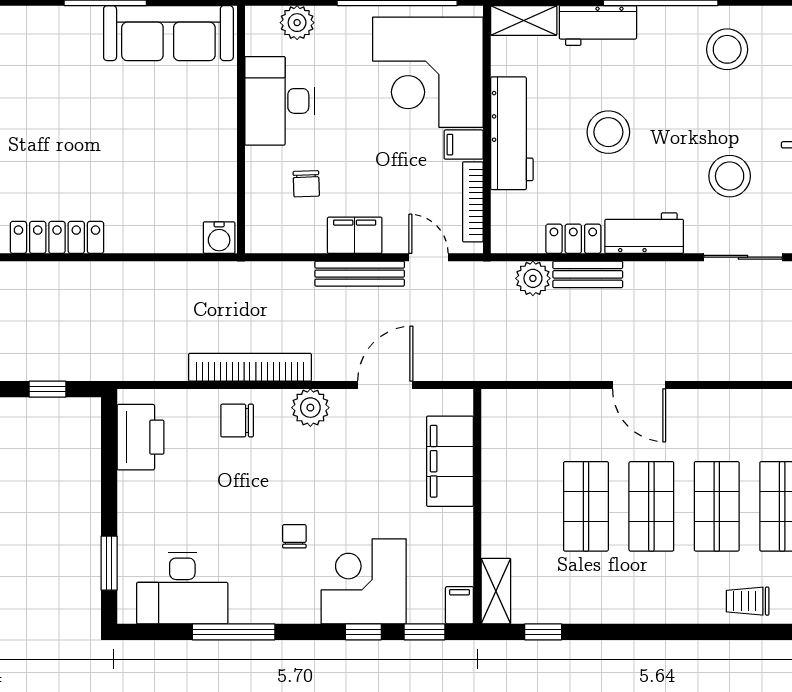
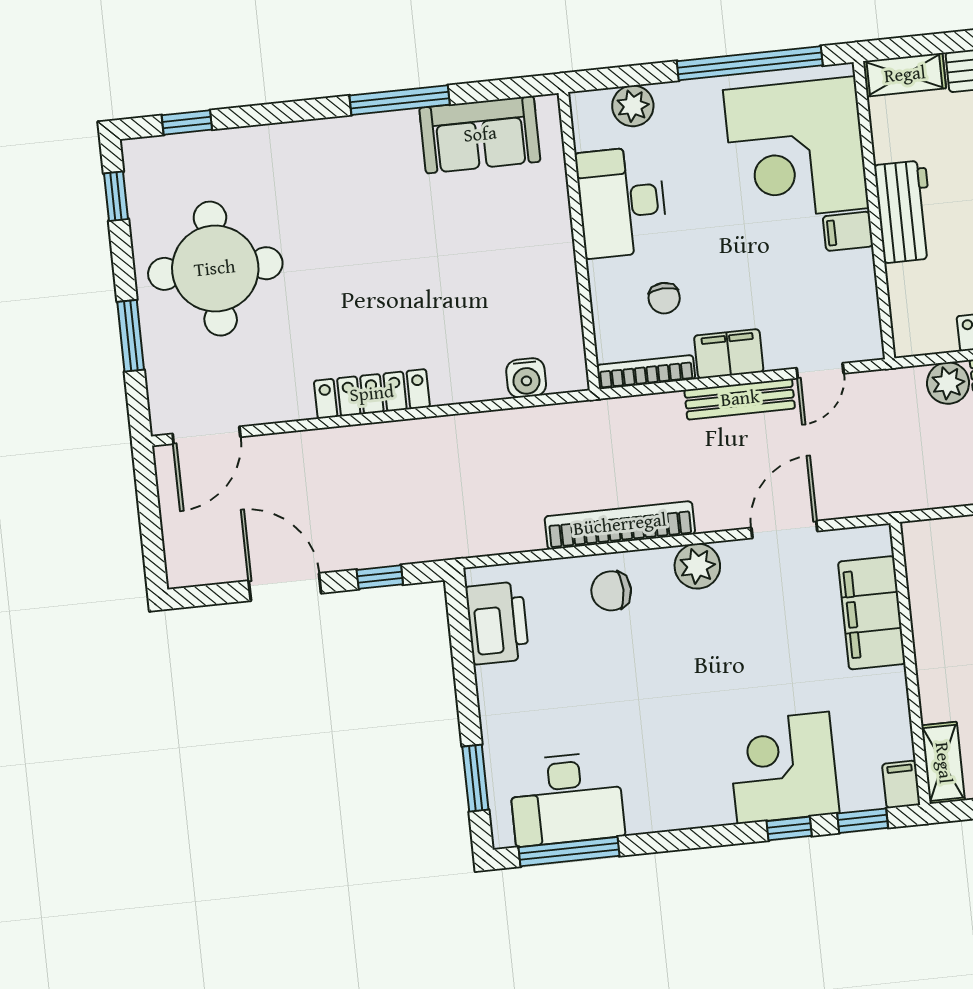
sofa: (168, 33) -> (480, 135), width x0.73
workbench: (512, 133) -> (905, 212), width x0.73
bookcase: (473, 202) -> (646, 372), moved, turned 90
water cooler: (219, 238) -> (526, 378), moved
door: (429, 257) -> (820, 371), swing flipped
chair: (294, 536) -> (694, 723), removed
window: (234, 632) -> (569, 852), moved

